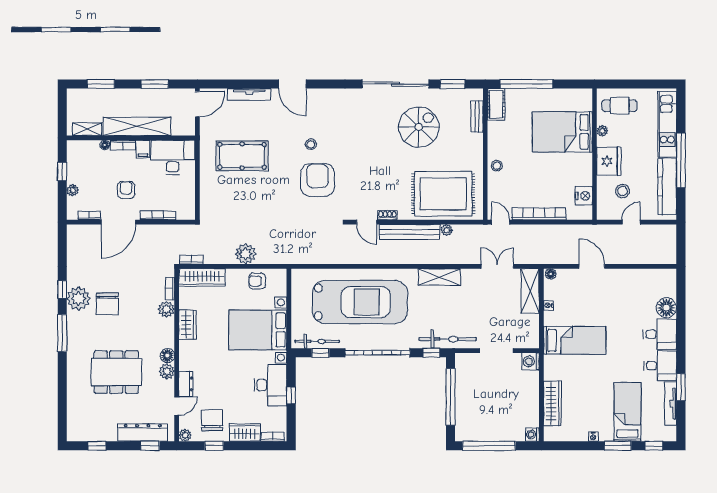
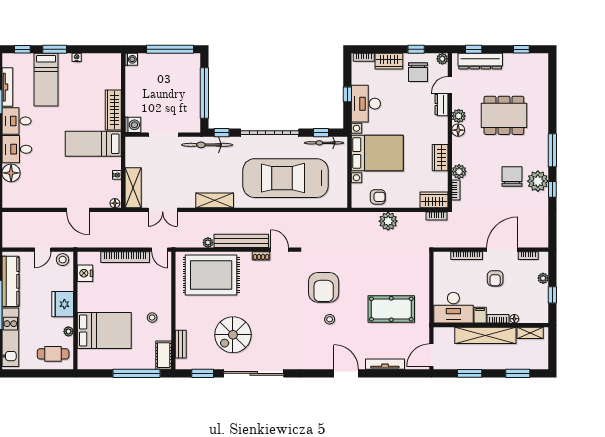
stool: (497, 166) -> (152, 318), moved
stool: (623, 191) -> (63, 260), moved
wardrobe: (202, 278) -> (434, 200), width x0.67
wardrobe: (552, 404) -> (113, 110), moved

